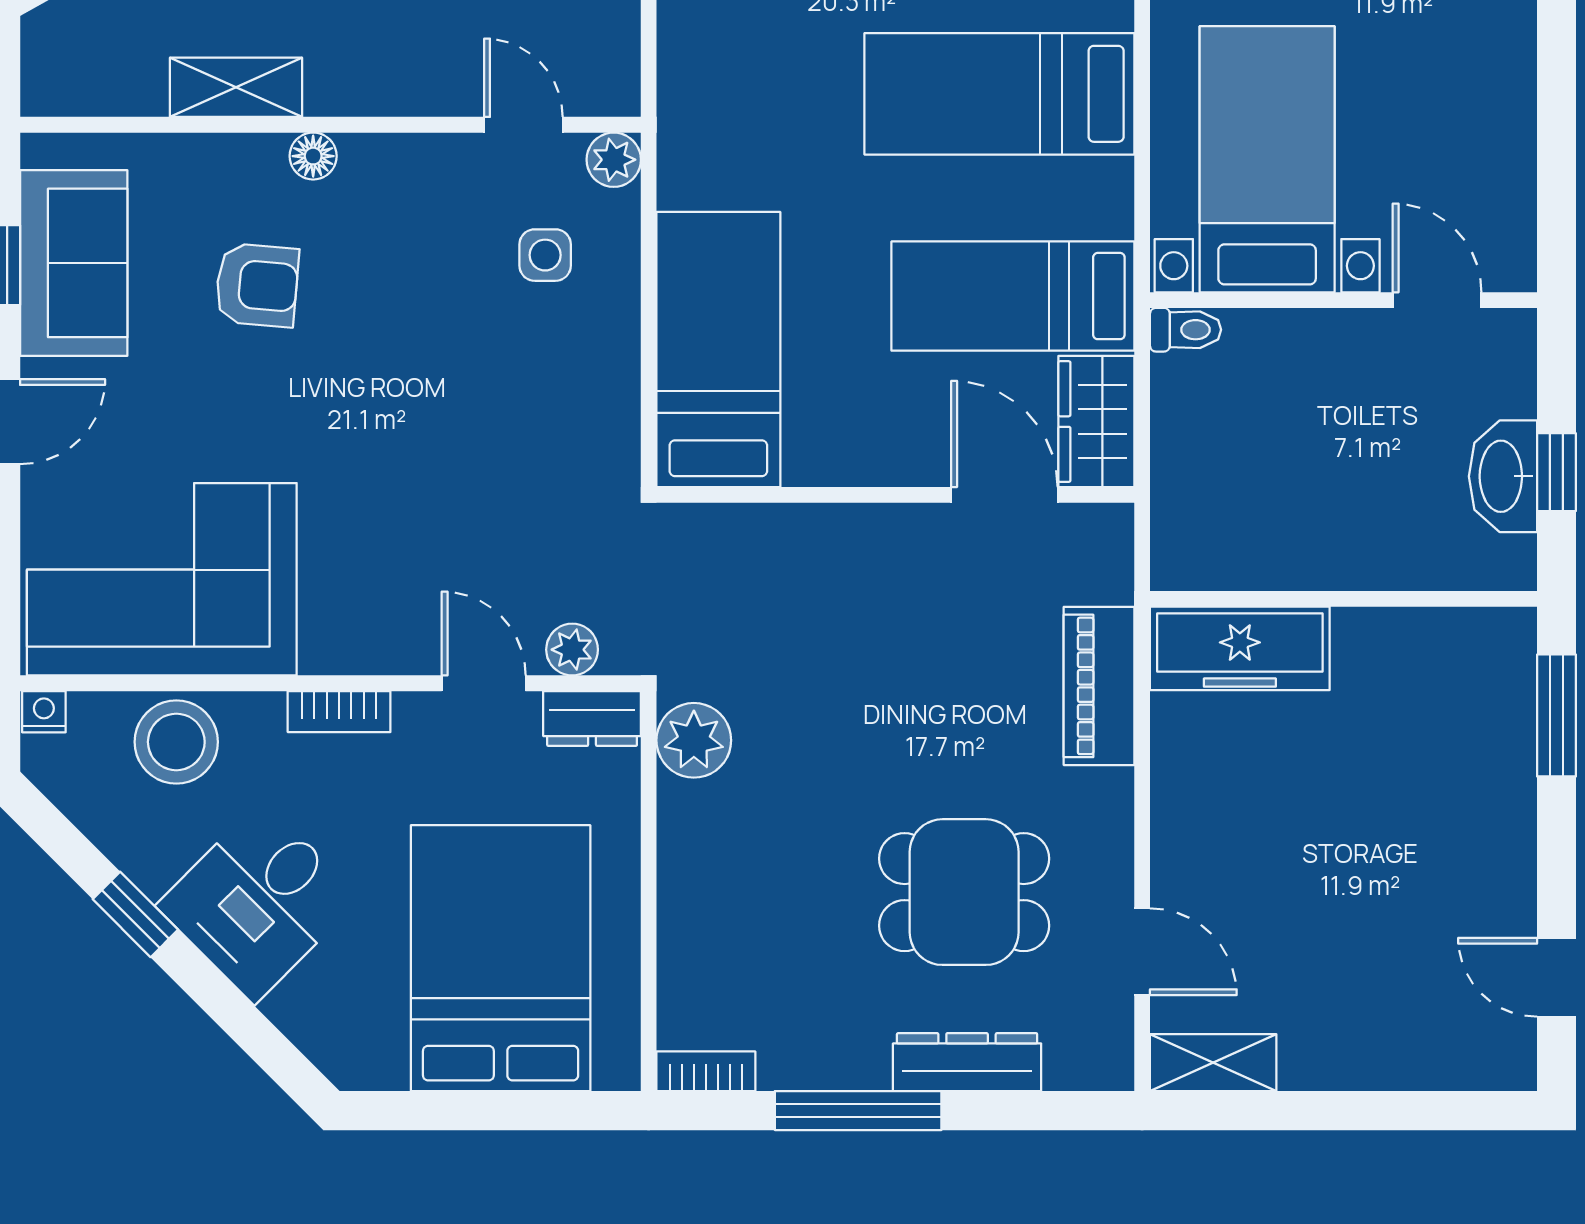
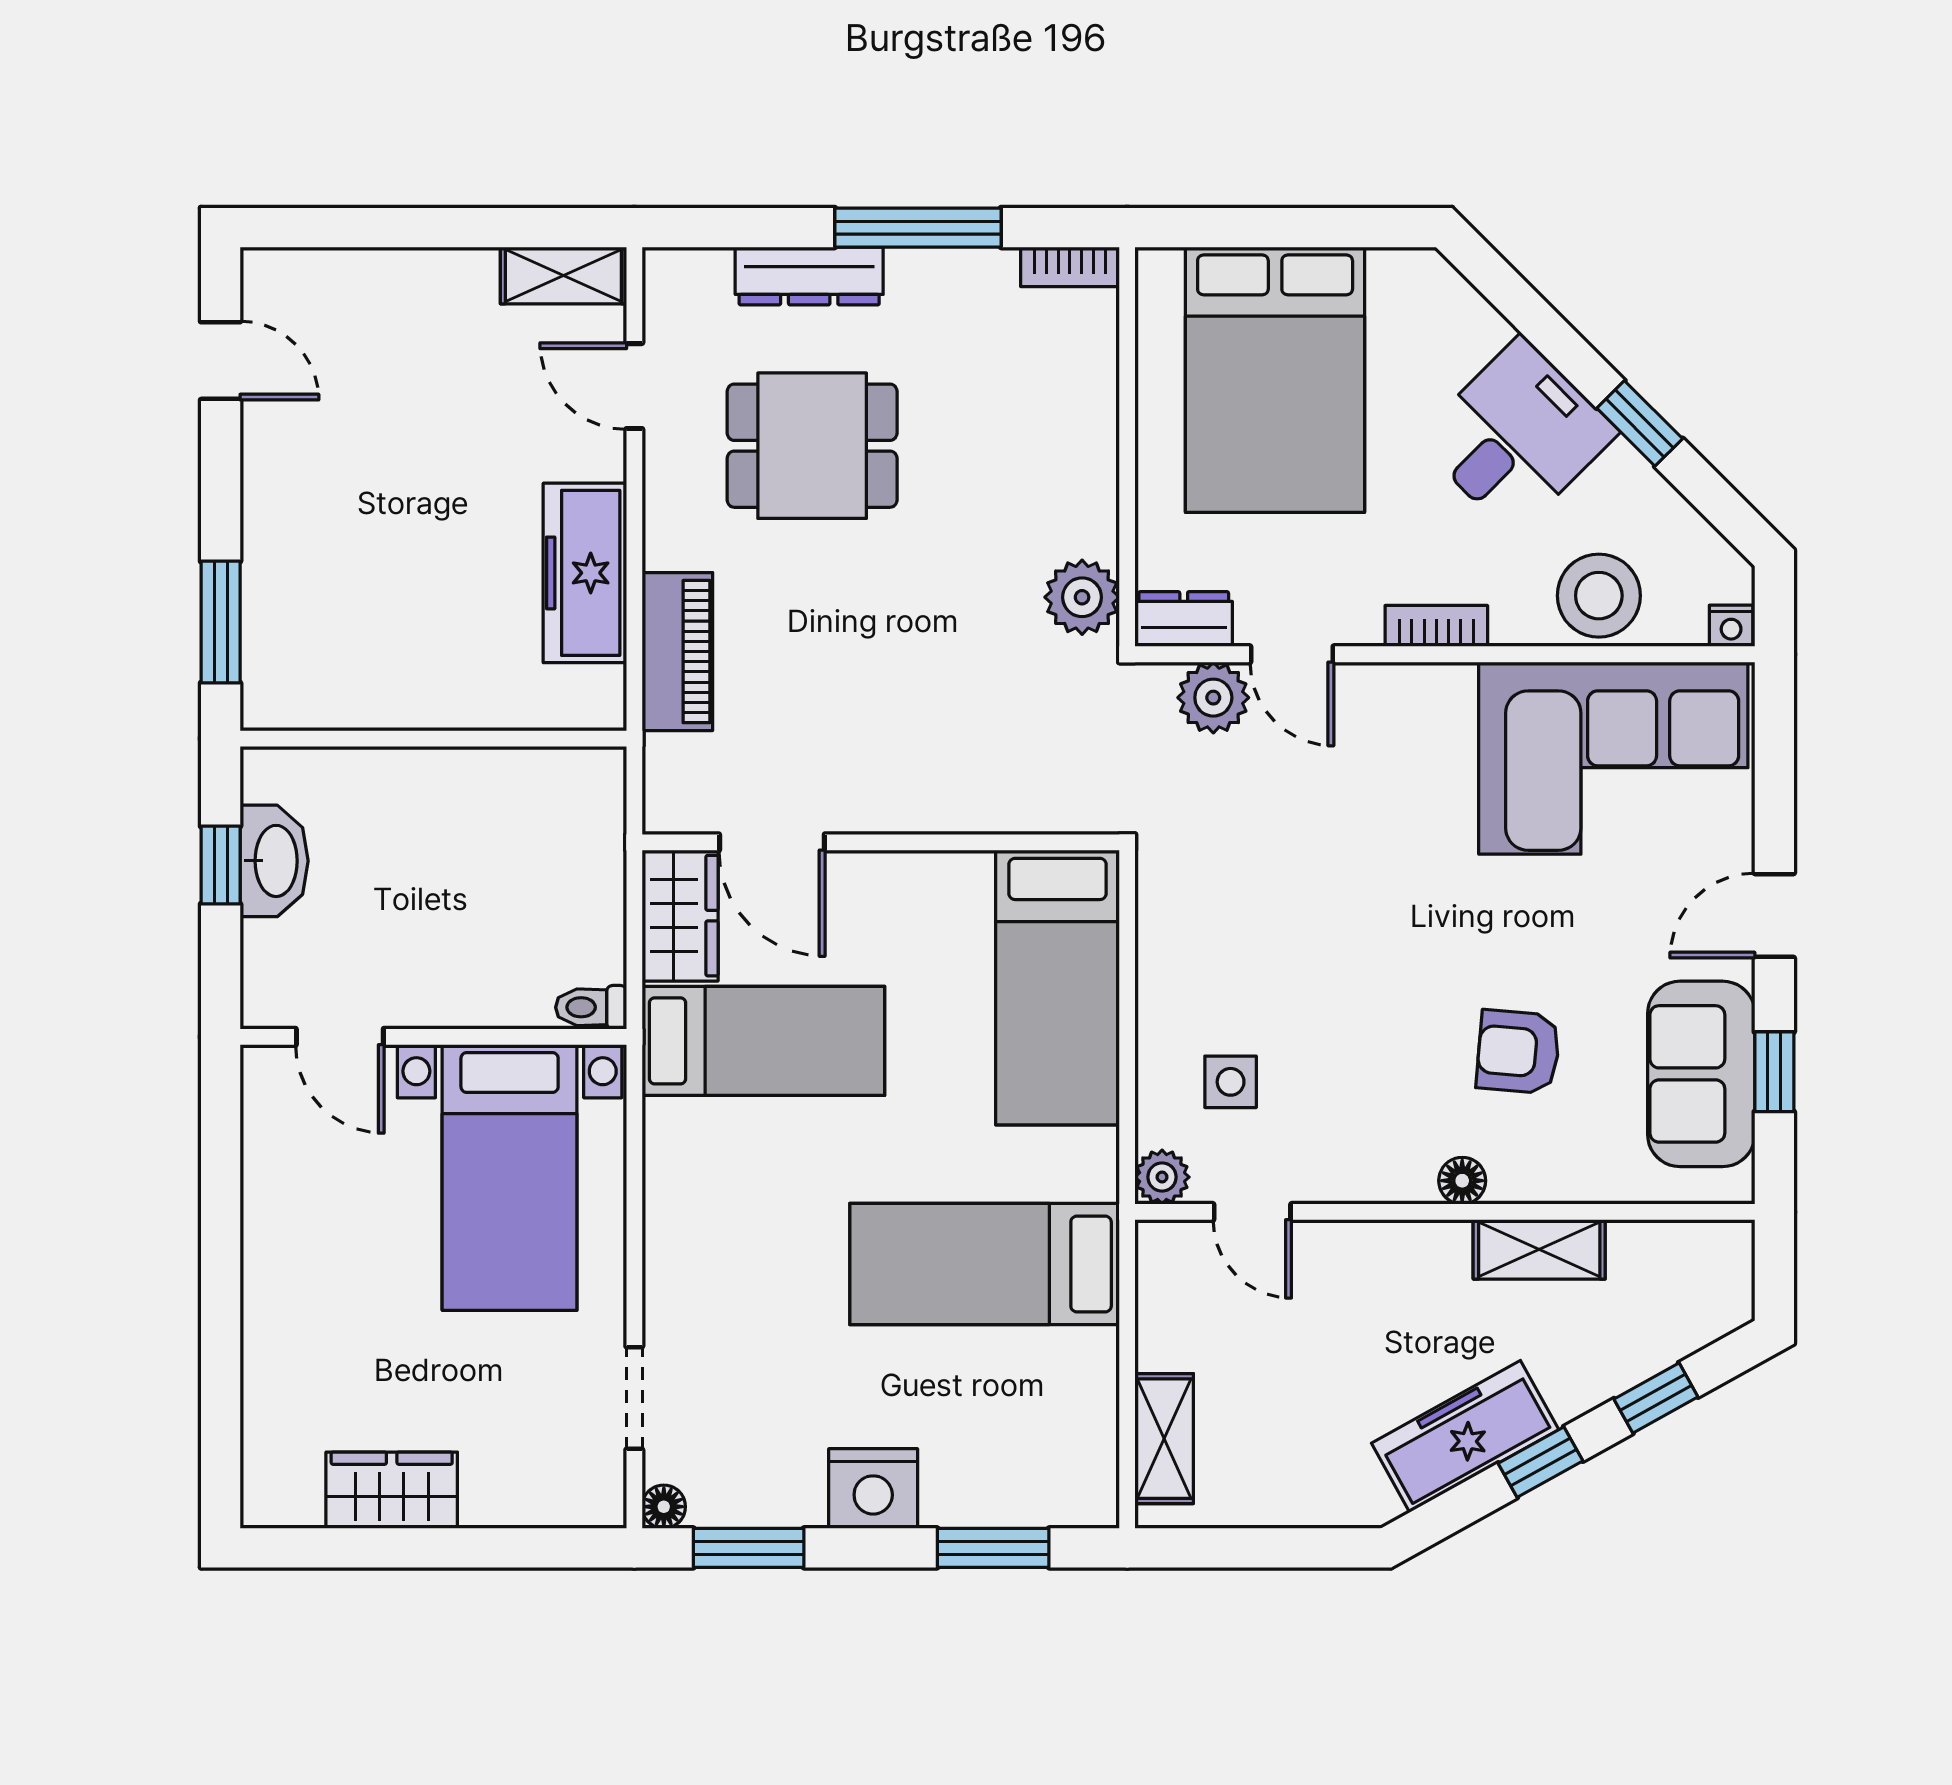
bed: (999, 94) -> (985, 1264), moved, turned 180
freezer: (1240, 648) -> (585, 573), moved, turned -90
plant: (572, 650) -> (1213, 698), width x1.38, depth x1.38

